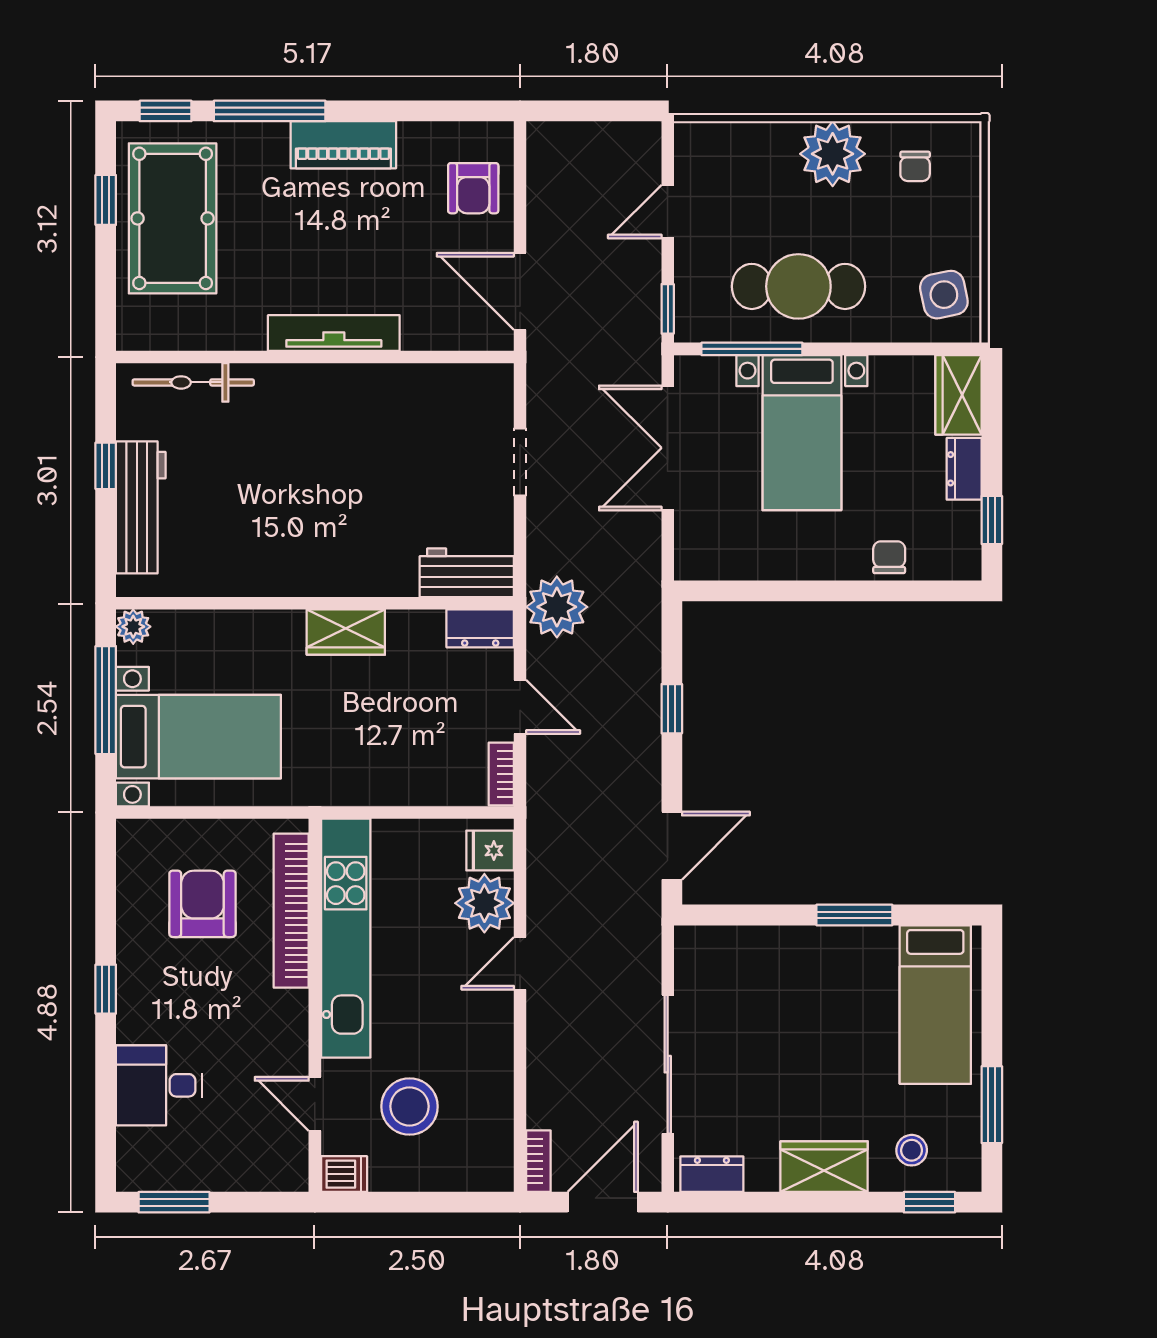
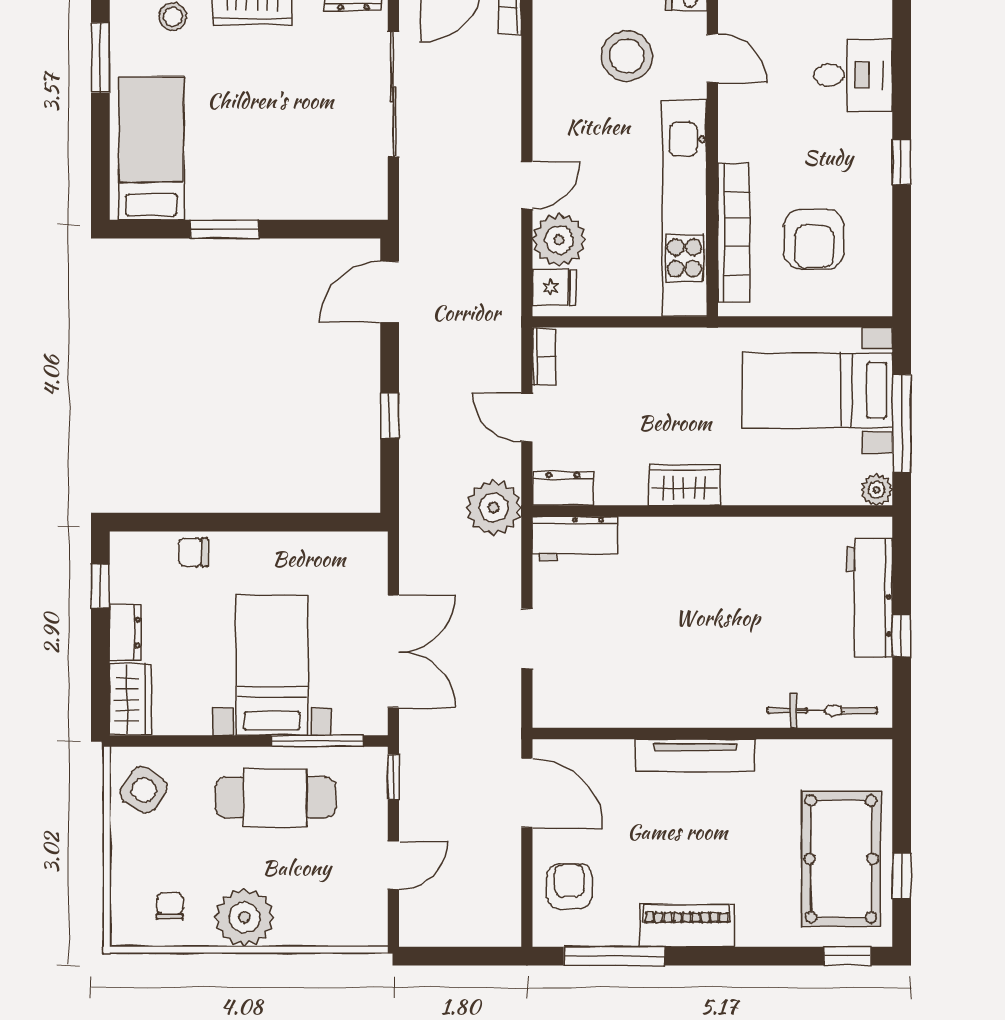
window: (270, 111) -> (614, 956), moved
side table: (944, 295) -> (144, 790), turned 45
chair: (889, 557) -> (193, 553), turned 90

